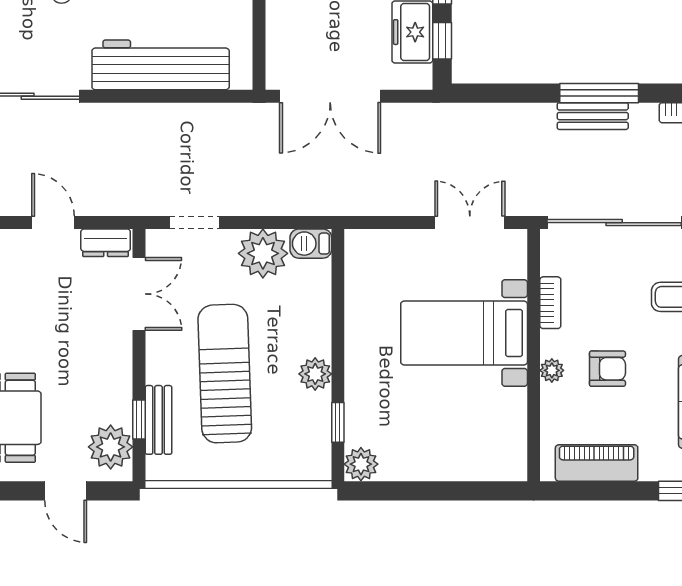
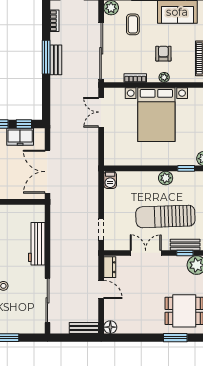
workbench: (161, 65) -> (37, 244), width x0.73, depth x0.76
double door: (330, 96) -> (47, 172), swing flipped
door: (53, 223) -> (101, 289), swing flipped
plant: (263, 253) -> (114, 200), removed
double door: (139, 294) -> (146, 253), moved
bed with nightstands: (464, 333) -> (156, 115), width x1.36

